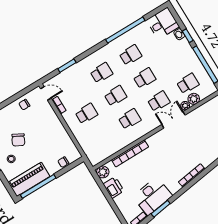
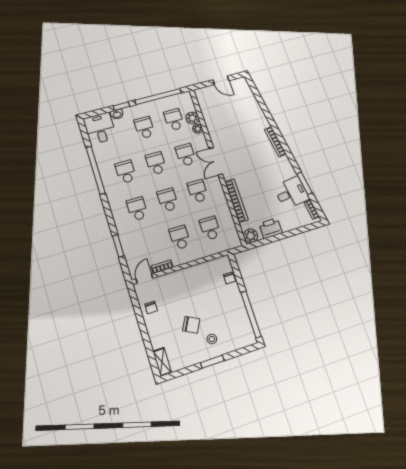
school desk: (174, 60) -> (145, 128), added
double door: (173, 120) -> (216, 161), moved
school desk: (101, 137) -> (210, 228), added
piano: (29, 179) -> (241, 323), removed
desk: (152, 196) -> (291, 193), width x0.73

